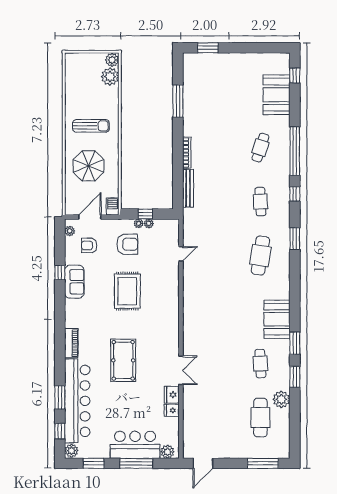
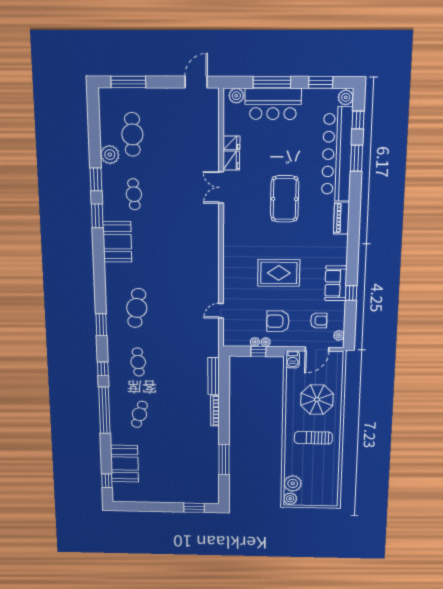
rug: (127, 291) -> (279, 273), turned 90

